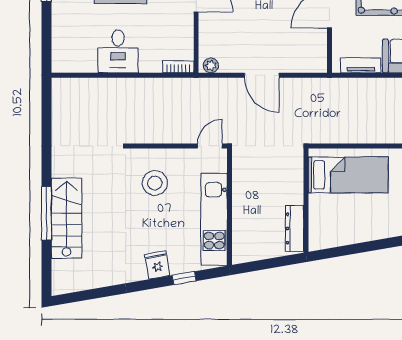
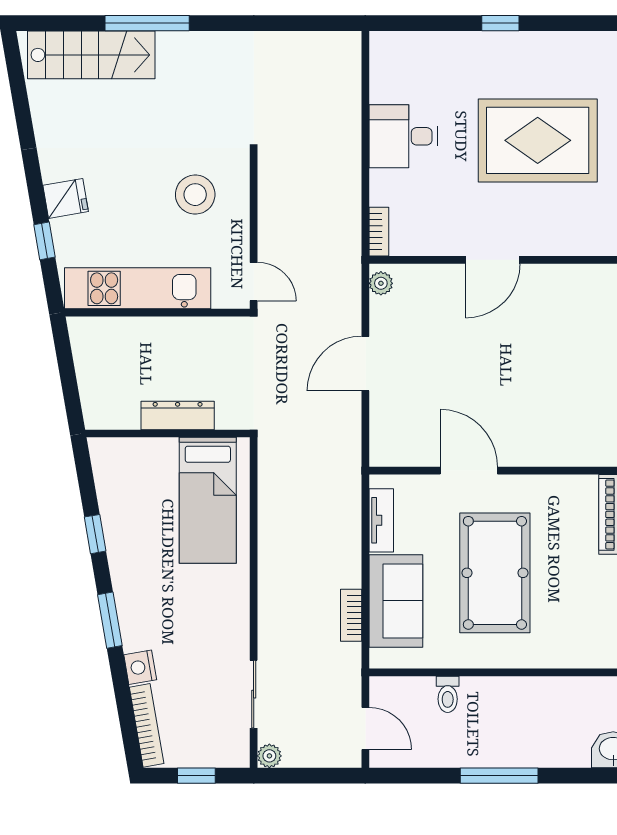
stairs: (67, 218) -> (91, 55), moved
dresser: (295, 228) -> (178, 415), moved
window: (370, 246) -> (95, 534), added

